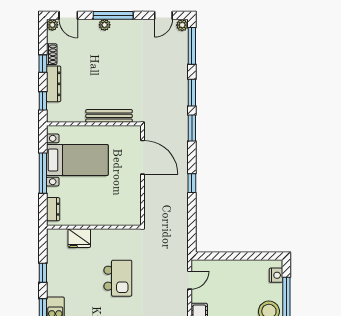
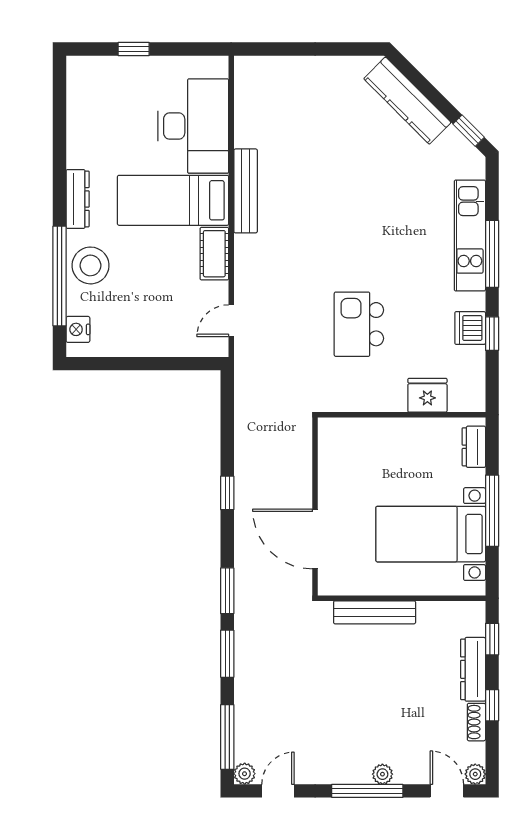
dishwasher: (55, 276) -> (470, 328), added

